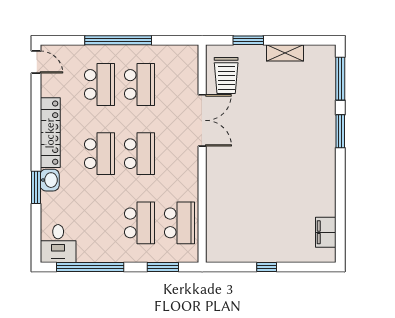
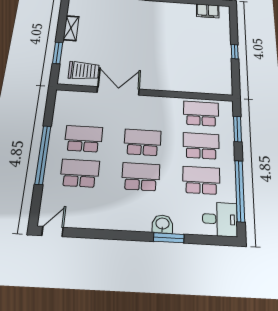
locker: (50, 133) -> (119, 221), removed
school desk: (99, 223) -> (201, 180), added

